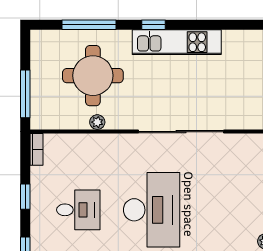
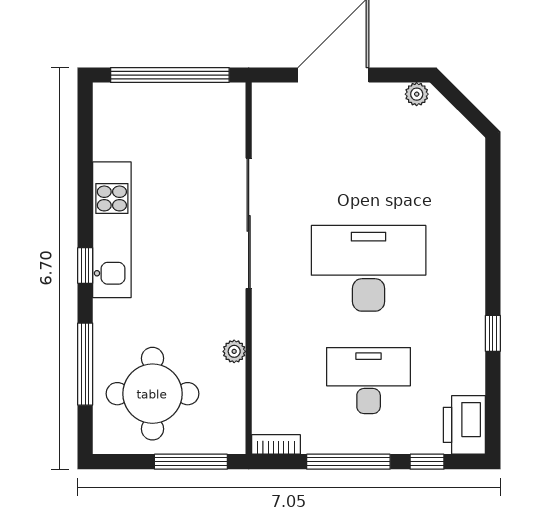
round table: (93, 76) -> (152, 394), moved
window: (25, 197) -> (348, 462), width x2.17
desk: (78, 210) -> (369, 381), width x1.37

